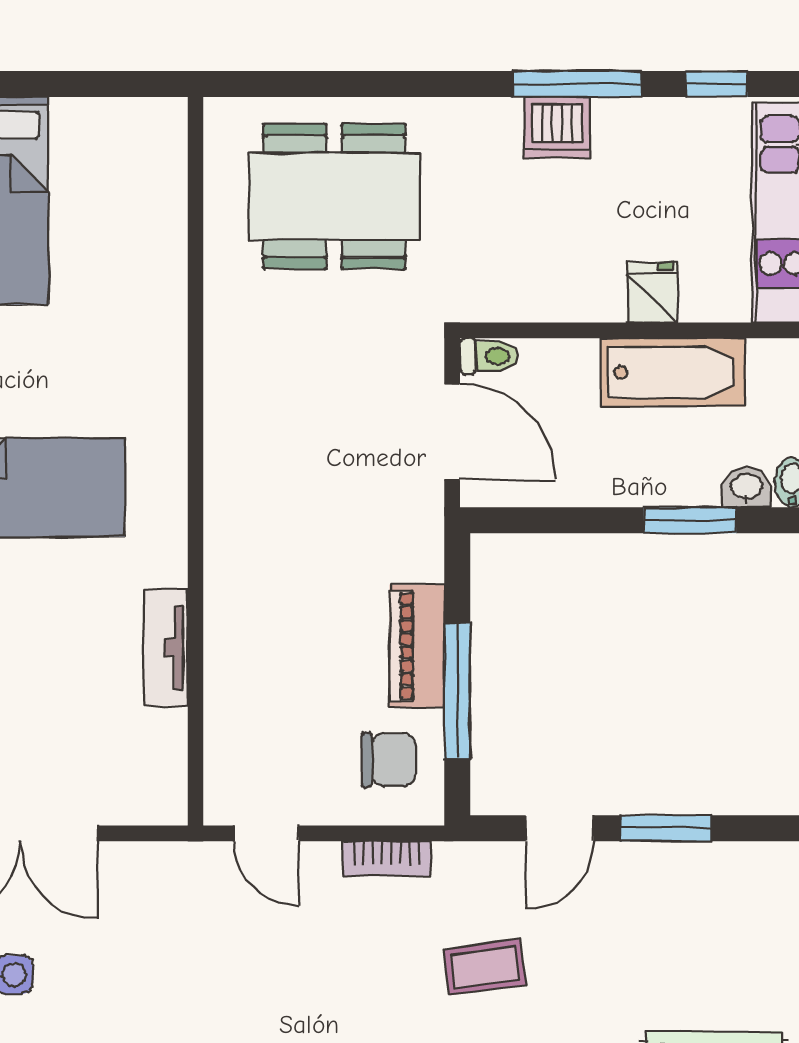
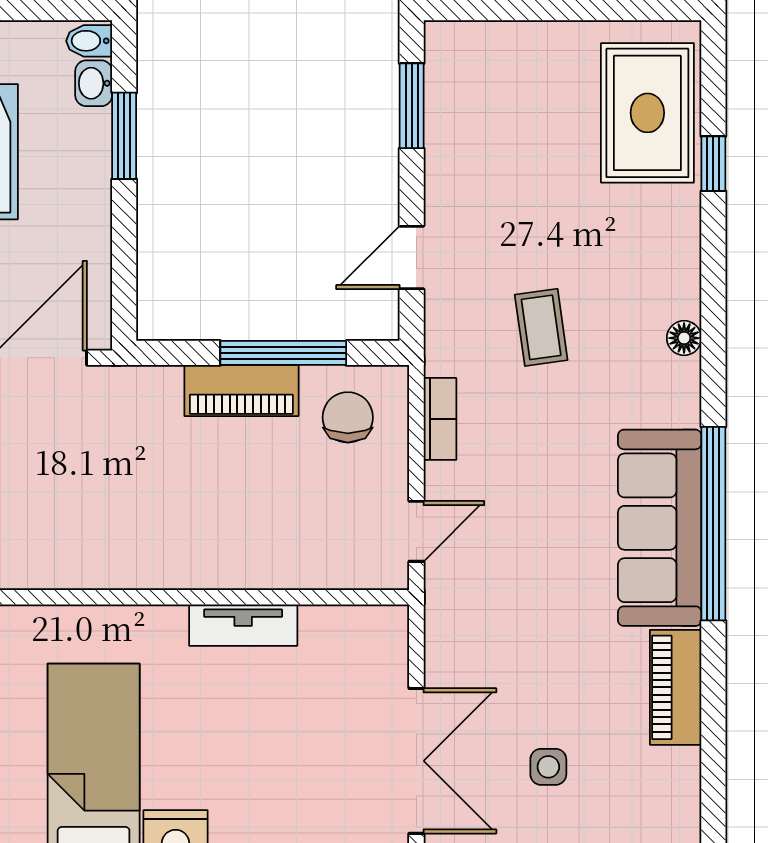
door: (560, 828) -> (412, 258), swing flipped
window: (666, 828) -> (412, 106), moved

